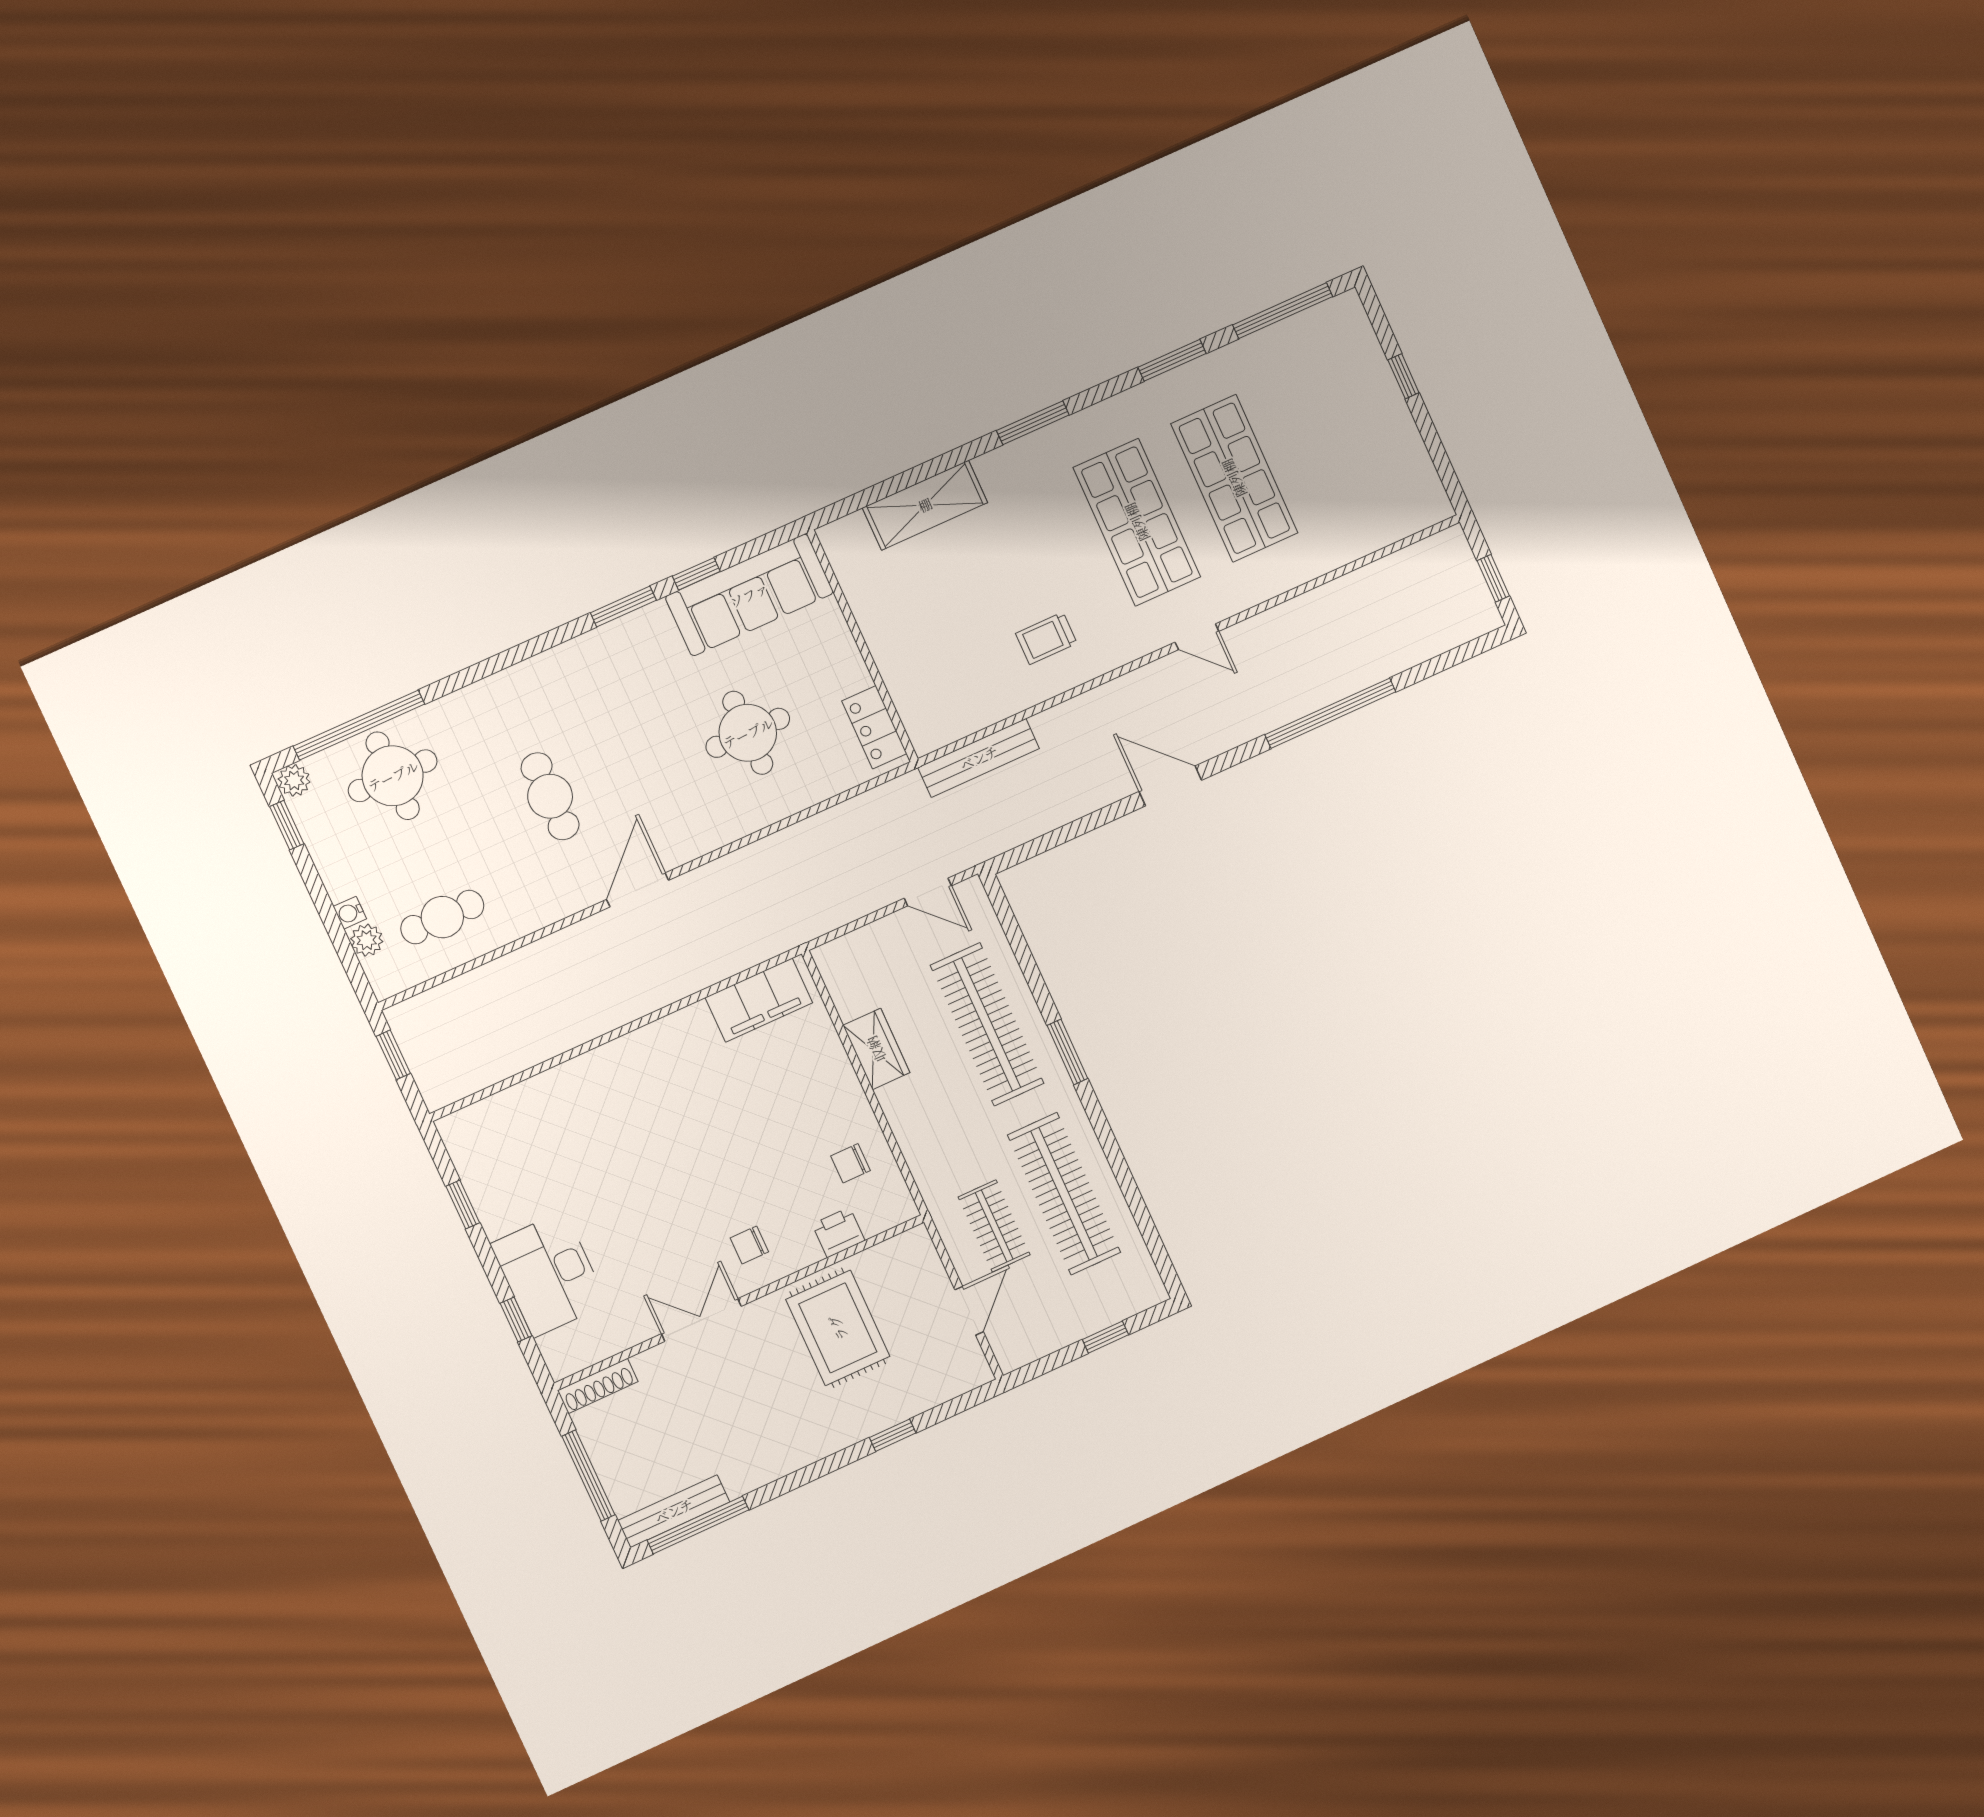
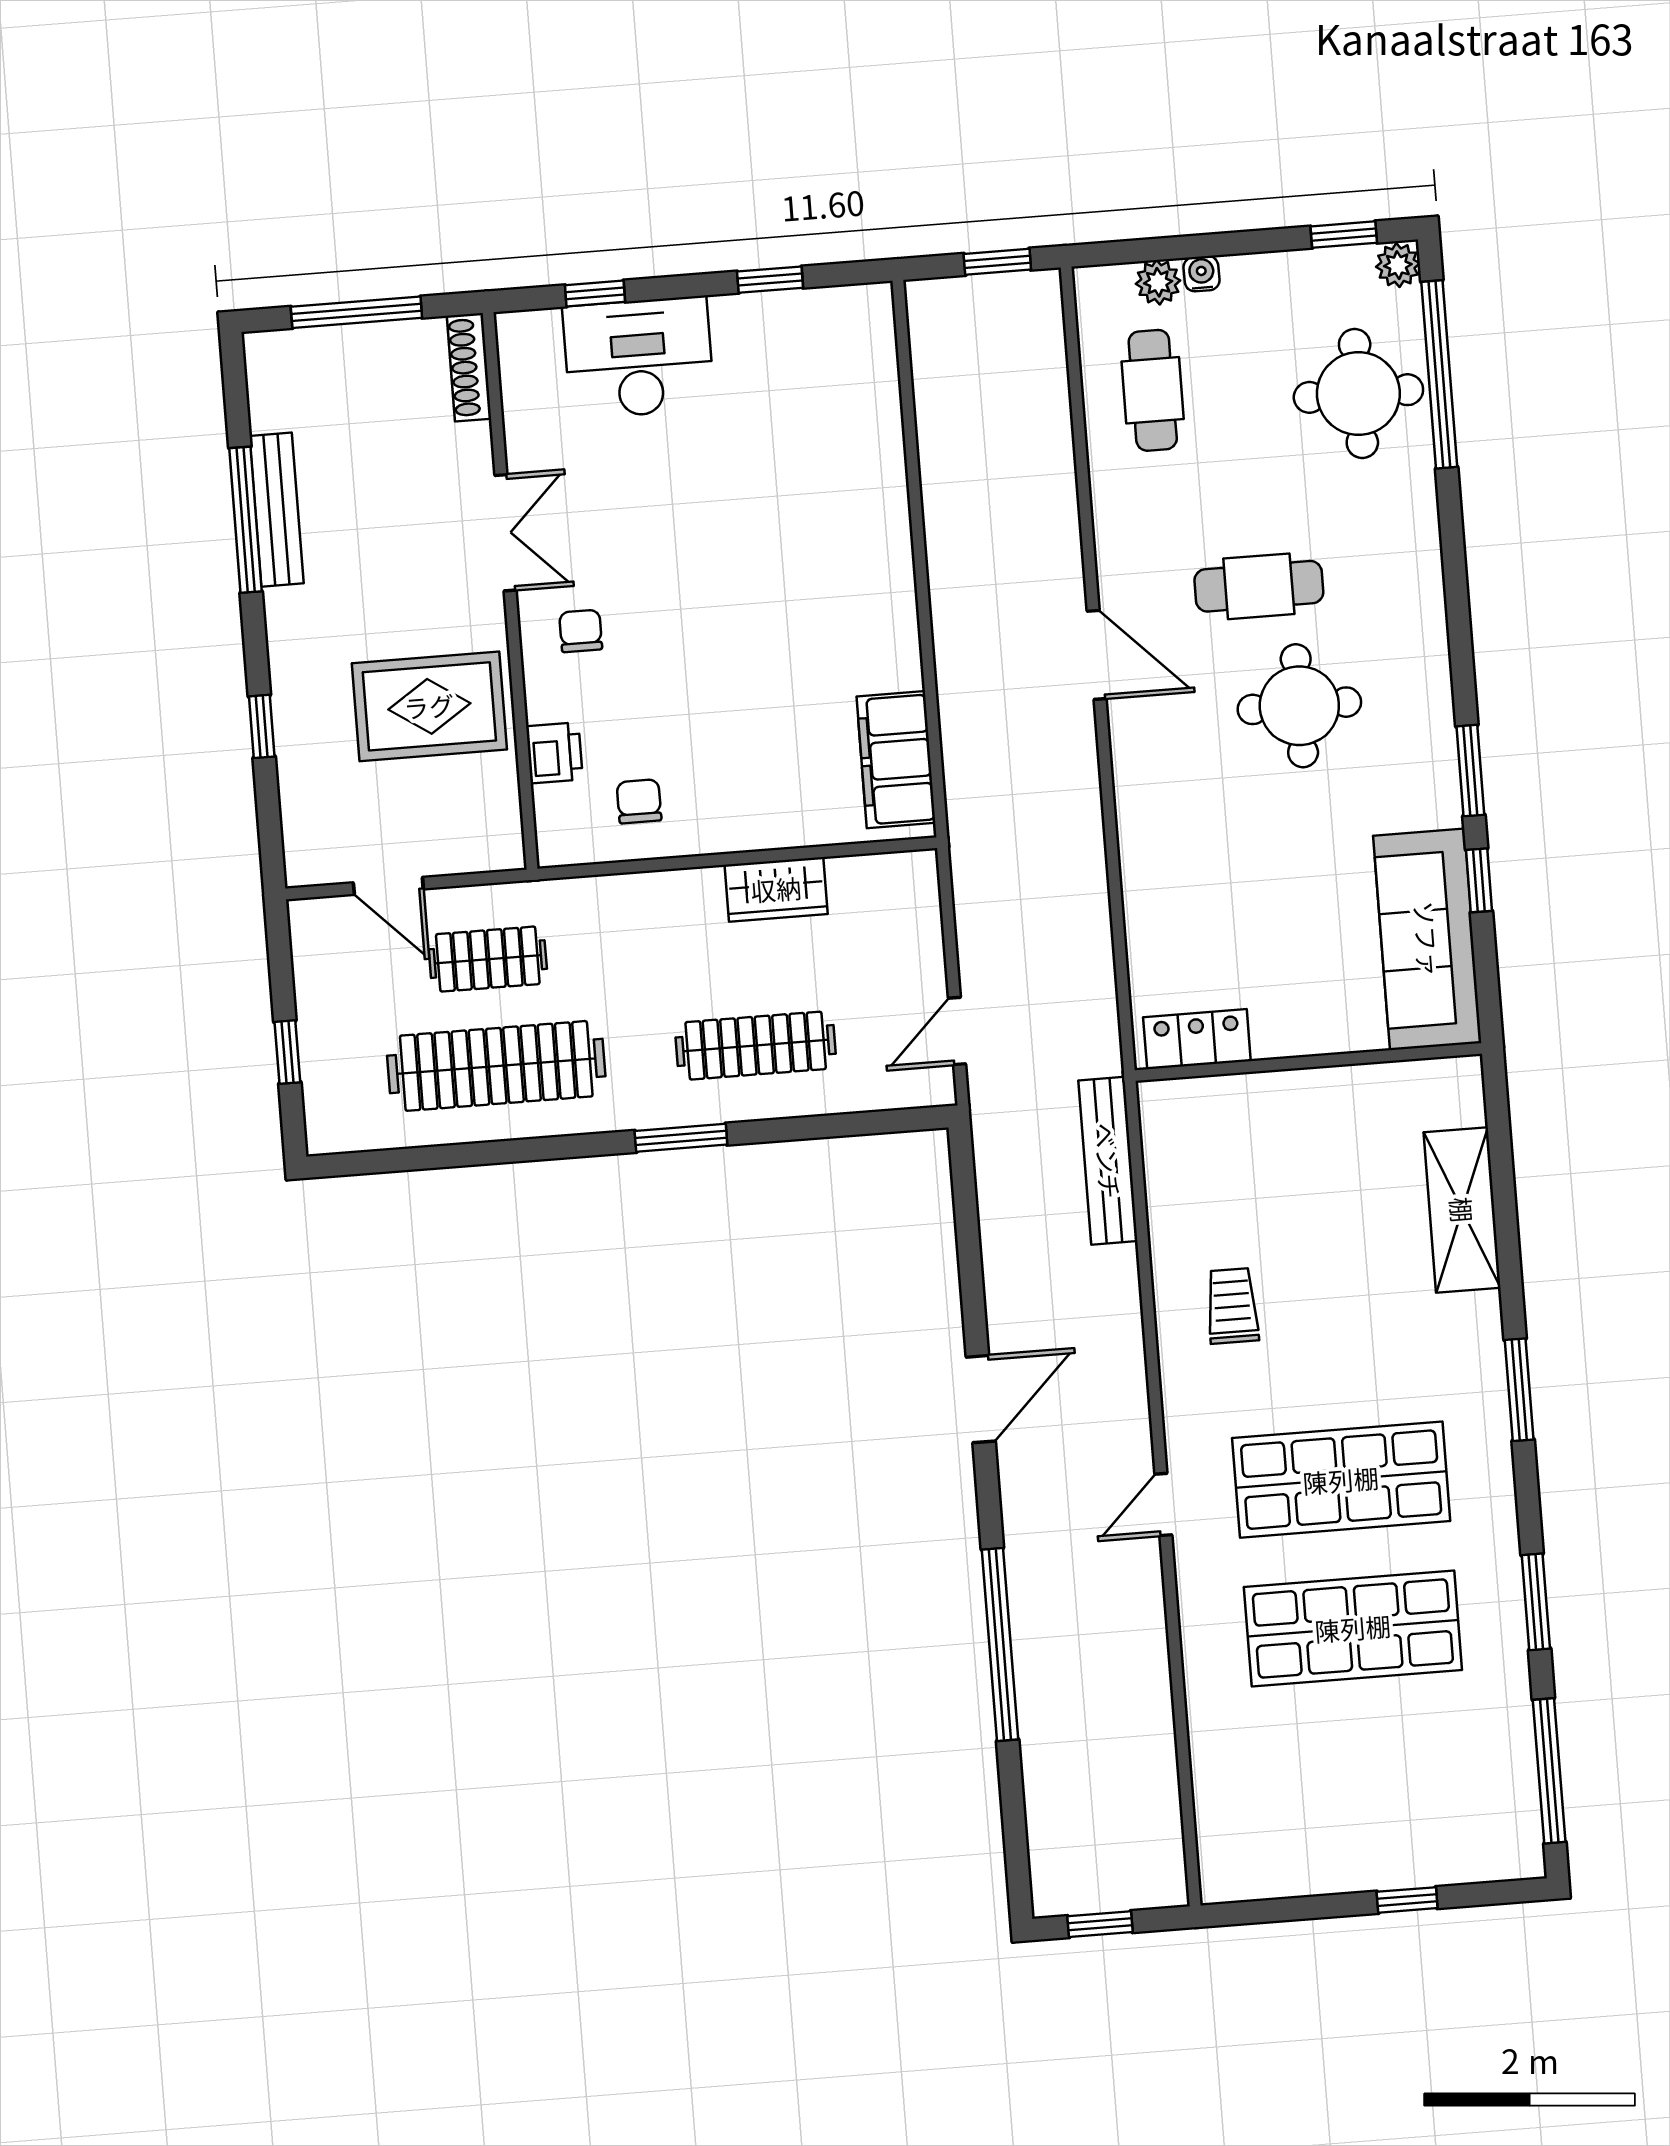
round table: (748, 733) -> (1299, 706), moved
clothes rail: (987, 1024) -> (756, 1046), width x0.73, depth x0.76
bench: (674, 1511) -> (276, 510), moved
window: (698, 1525) -> (245, 520), moved

